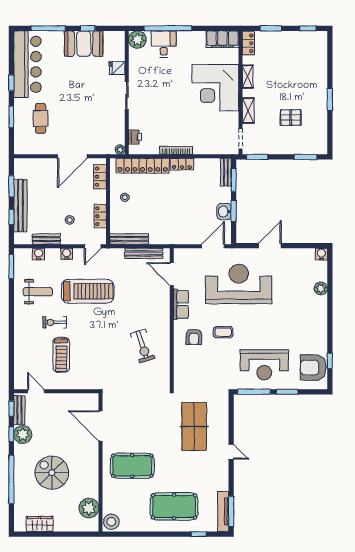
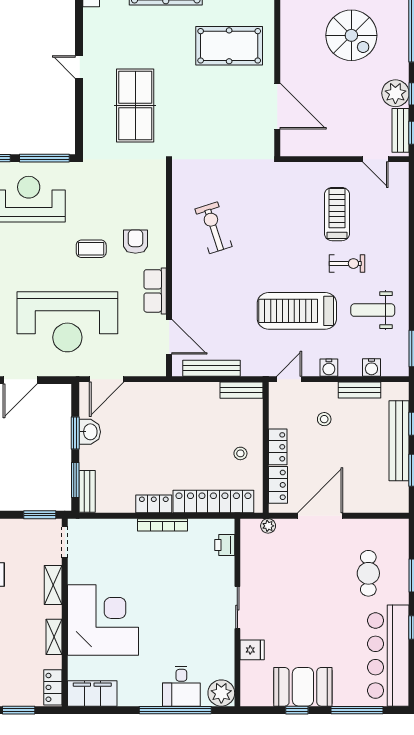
plant: (120, 150) -> (268, 526), moved
locker: (100, 216) -> (278, 447), moved
bench: (129, 239) -> (242, 390), width x0.73

